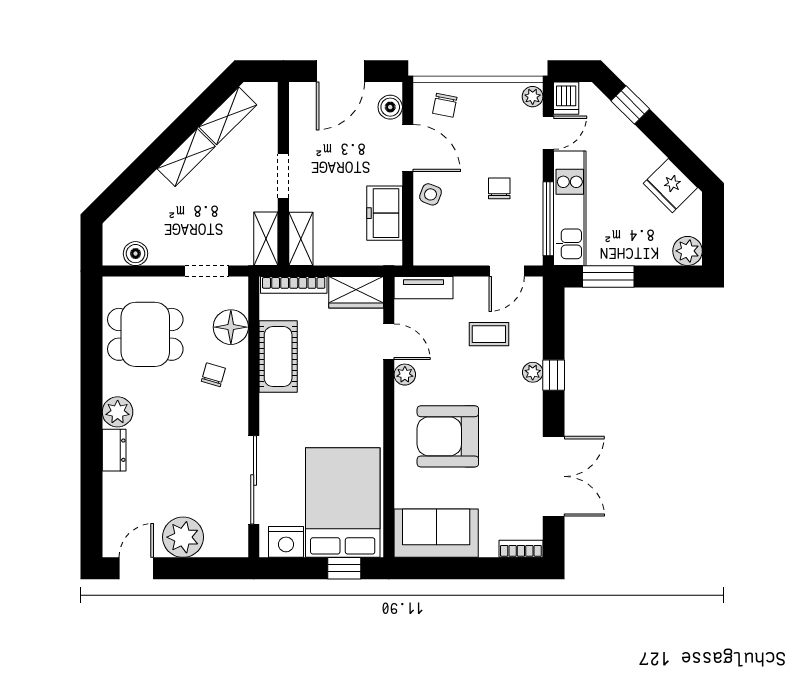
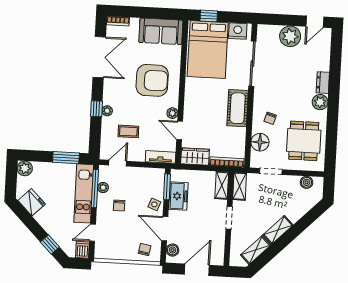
plant: (533, 97) -> (103, 187), moved
window: (408, 230) -> (167, 187), added
dining table: (145, 334) -> (304, 141), turned 90
cot: (278, 357) -> (238, 108), moved
double door: (554, 476) -> (99, 57), swing flipped

